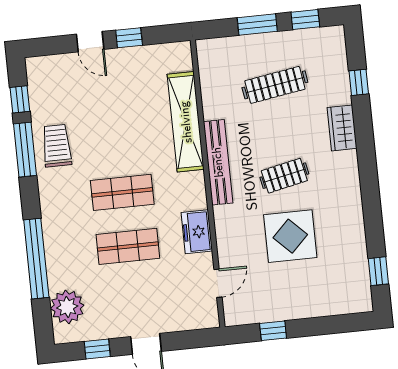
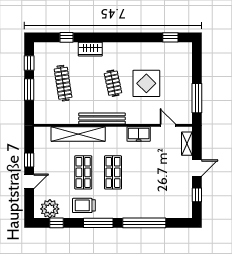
window: (25, 150) -> (98, 223), moved
shop shelf: (128, 246) -> (83, 172), moved
plant: (67, 307) -> (50, 209), moved
shelving: (188, 321) -> (187, 144), added
window: (273, 331) -> (197, 98), width x2.17

